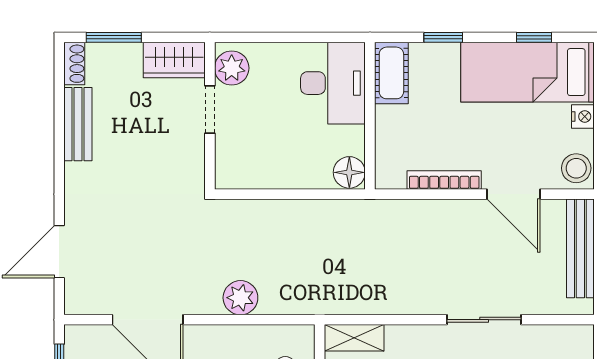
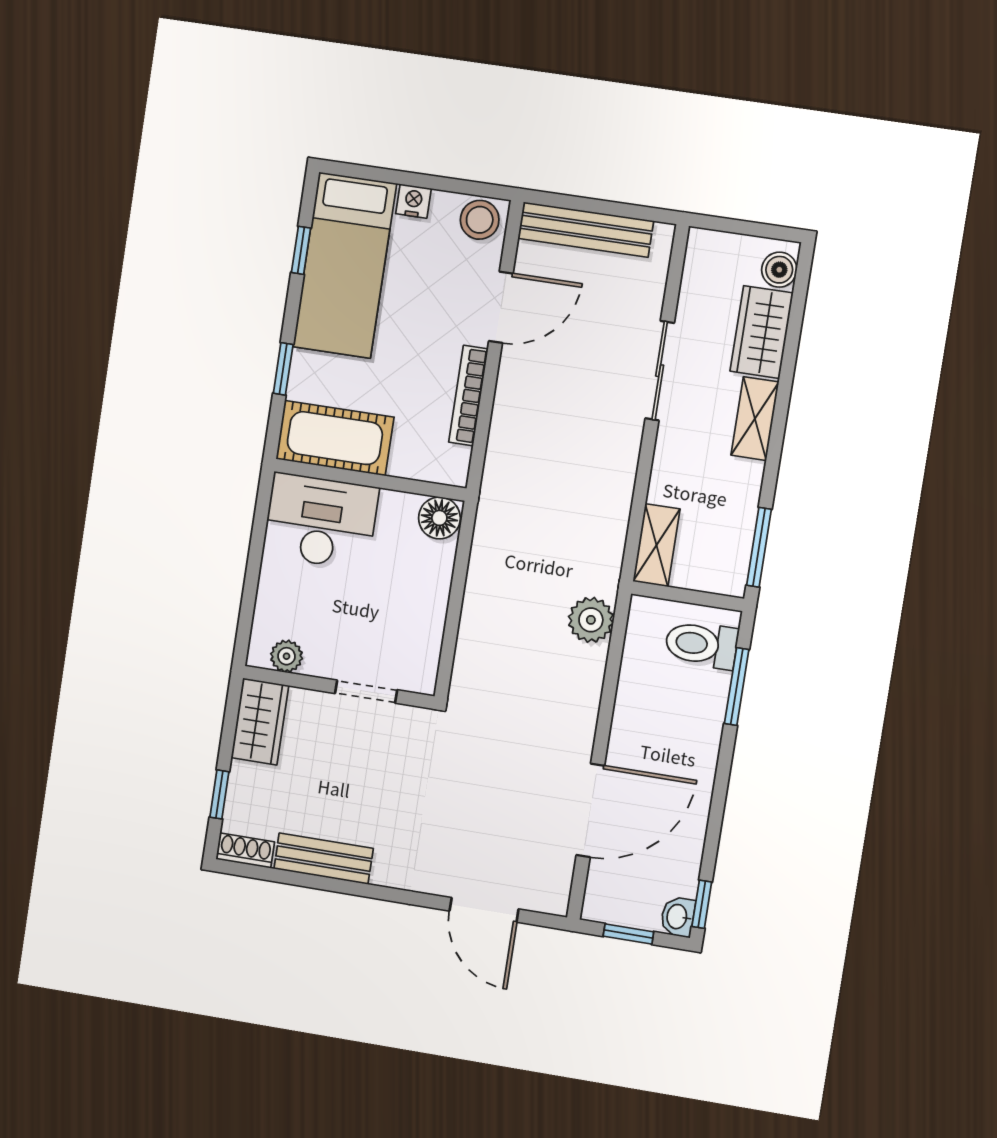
window: (114, 37) -> (219, 794), width x0.67
plant: (232, 68) -> (287, 656), width x0.73, depth x0.73
cot: (391, 73) -> (335, 438), width x1.37, depth x1.34
doorway: (210, 109) -> (366, 692), moved
plant: (240, 298) -> (591, 620), moved

